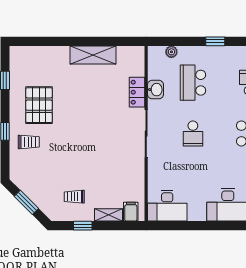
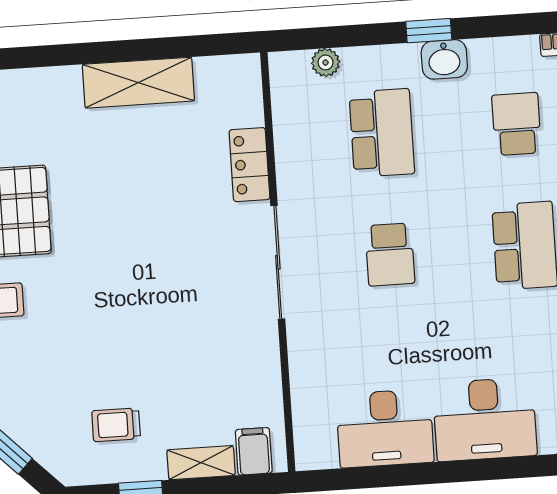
school desk: (193, 83) -> (382, 133), turned 180
washbasin: (156, 90) -> (444, 59), moved, turned 90
desk: (167, 206) -> (385, 428), moved

